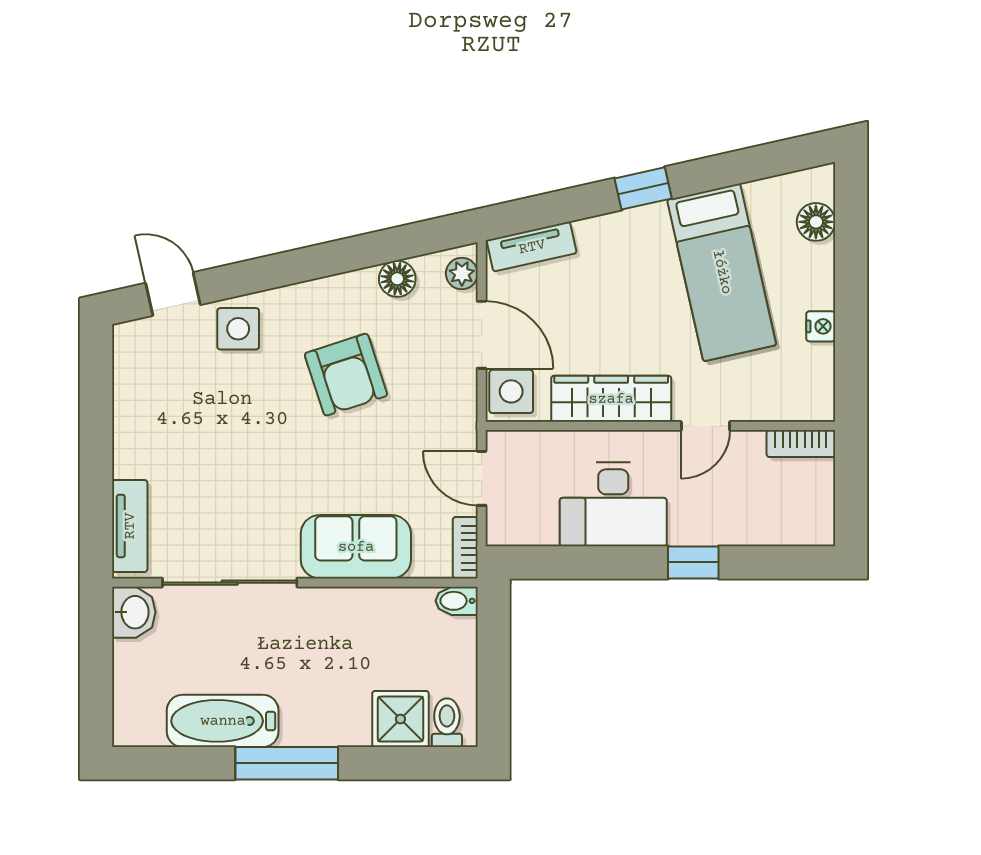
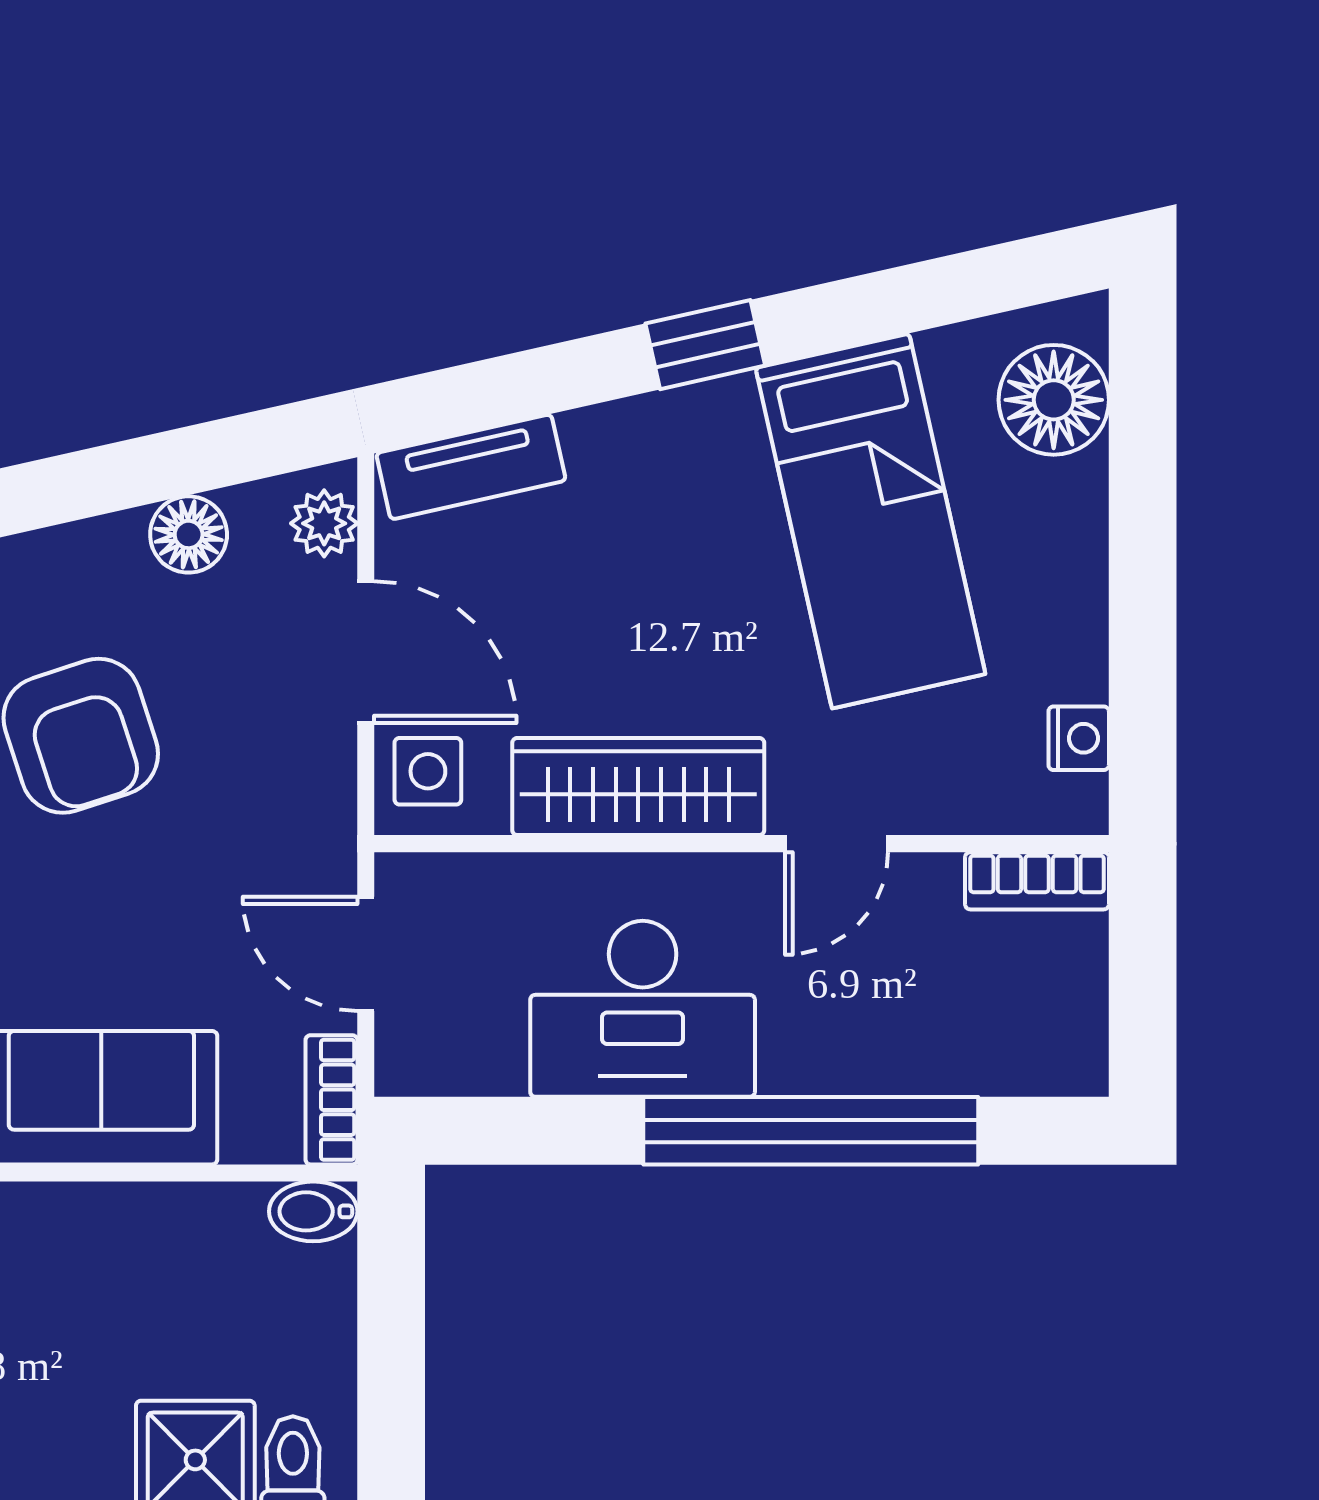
floor lamp: (816, 222) -> (1054, 400), width x1.38, depth x1.38
nightstand: (821, 326) -> (1079, 738), moved
side table: (511, 391) -> (428, 771), width x0.73, depth x0.73
window: (693, 562) -> (811, 1131), width x3.17

